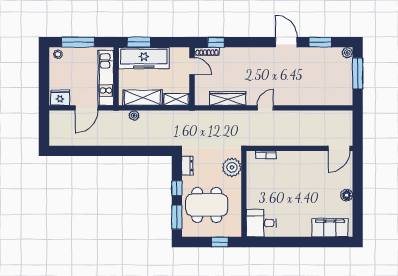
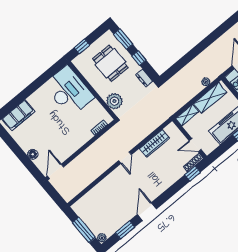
door: (286, 42) -> (147, 212), swing flipped
floor lamp: (347, 195) -> (33, 154), moved
dining table: (207, 205) -> (110, 63), width x0.73
desk: (261, 223) -> (69, 91), width x1.87, depth x1.30

